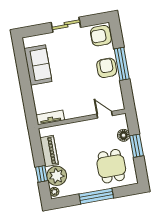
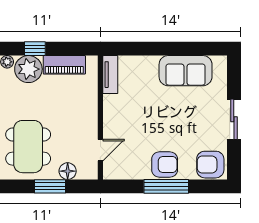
armchair: (101, 36) -> (210, 165), turned -90
dining table: (111, 166) -> (28, 147), width x1.38

